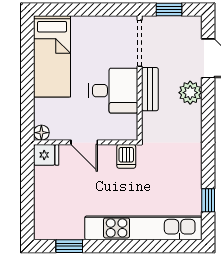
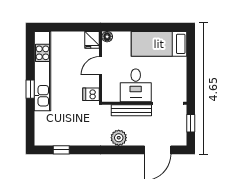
bench: (150, 89) -> (131, 110), width x1.36
plant: (190, 93) -> (119, 138), moved
kitchen unit: (143, 228) -> (42, 71), moved
window: (69, 246) -> (30, 89), moved

